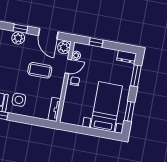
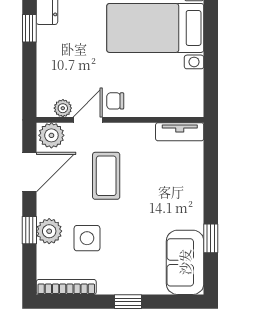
window: (96, 42) -> (29, 28), moved
door: (68, 66) -> (88, 120), hinge flipped
side table: (19, 100) -> (87, 238), moved

